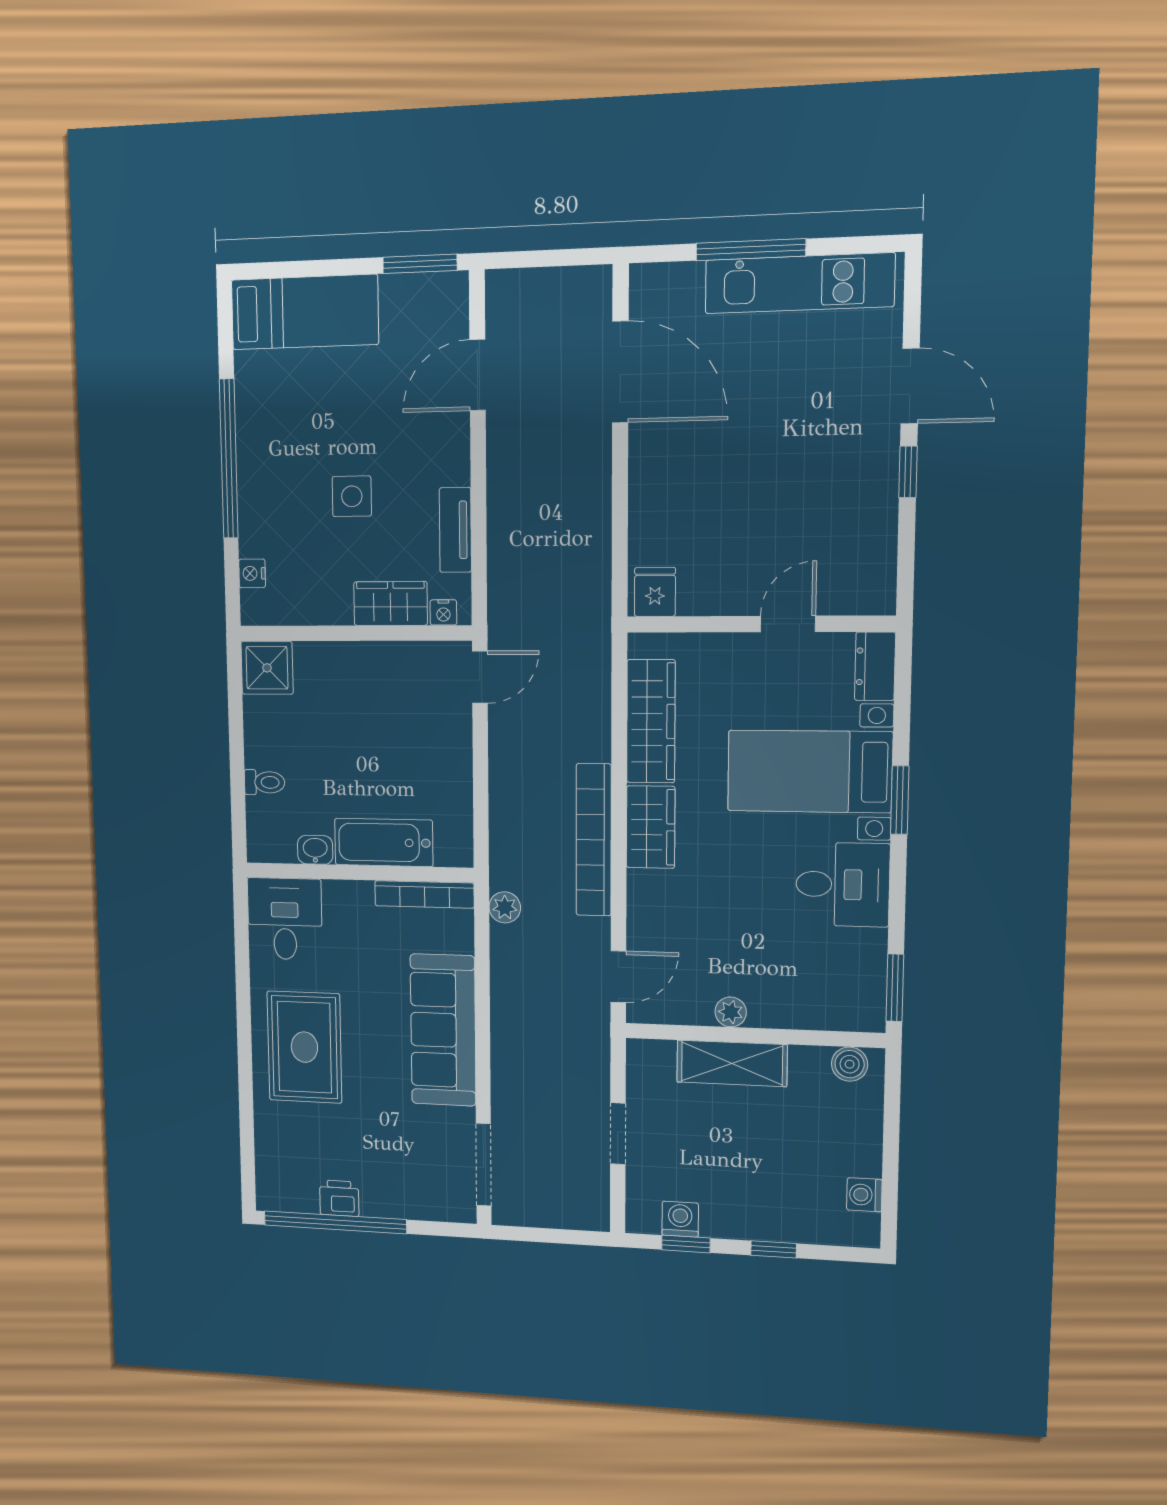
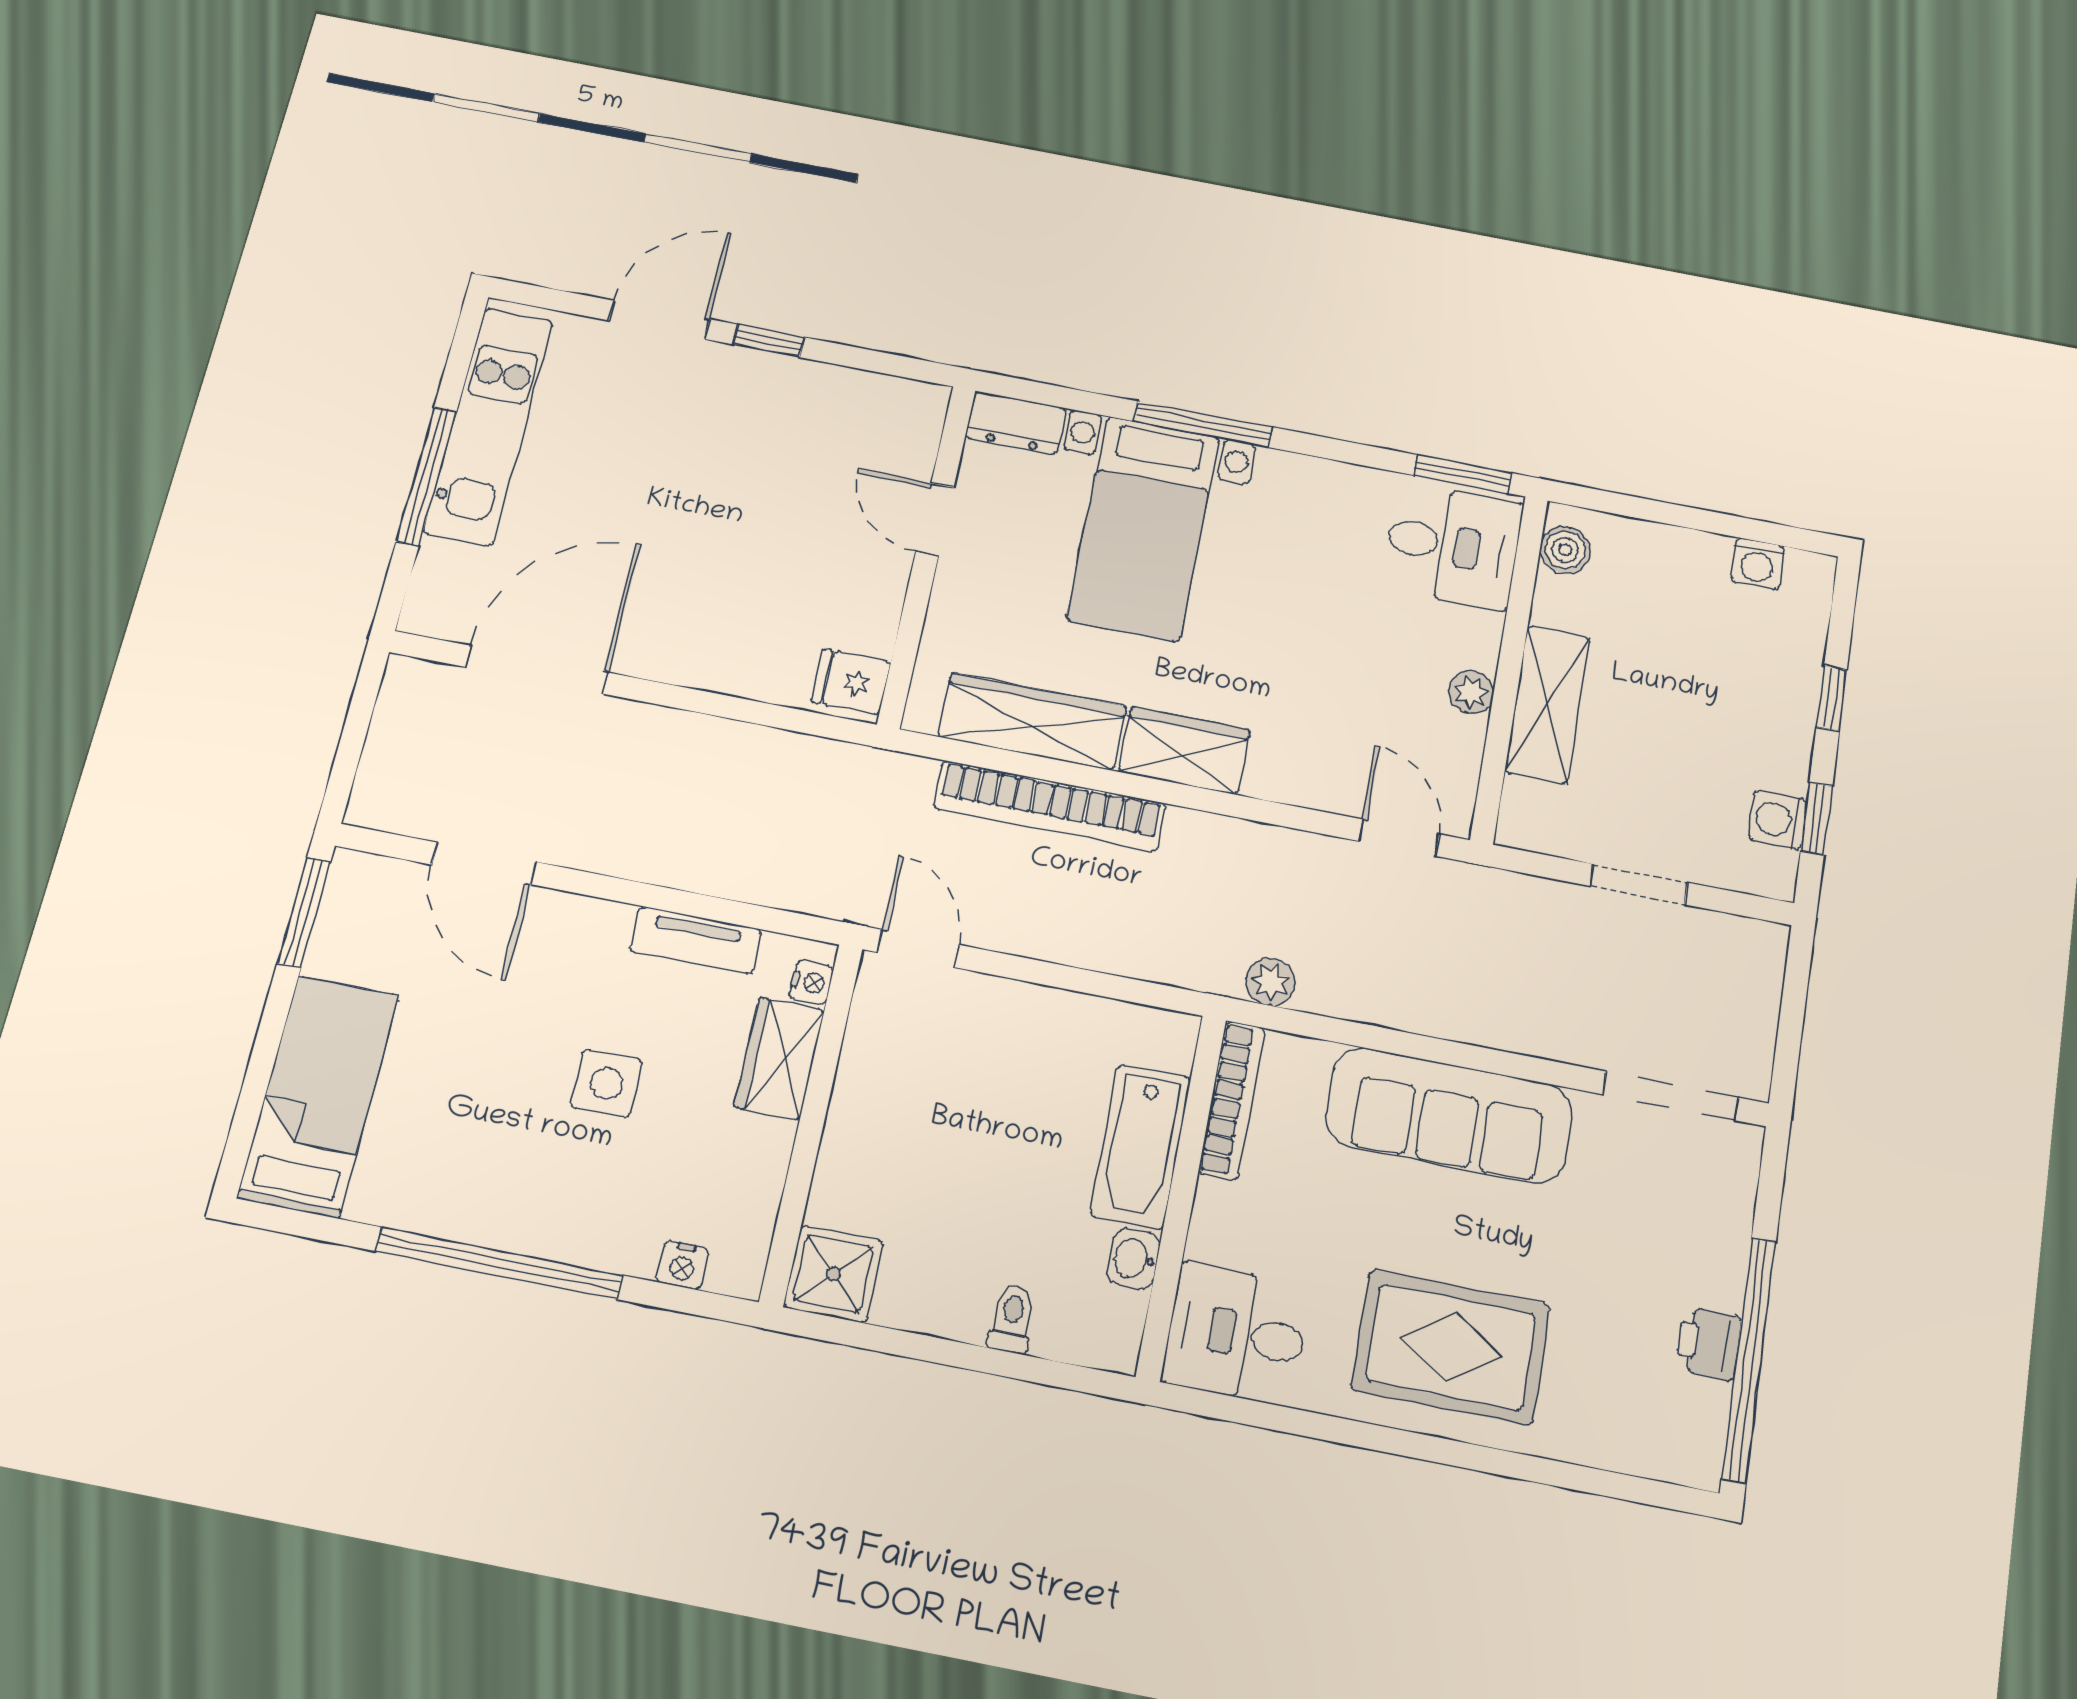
window: (900, 800) -> (1203, 424), width x1.44
bookcase: (594, 840) -> (1050, 806), moved
desk: (843, 884) -> (1453, 546), moved, turned 90

